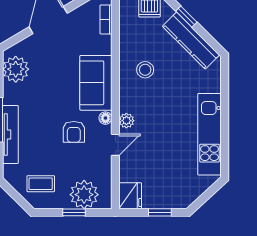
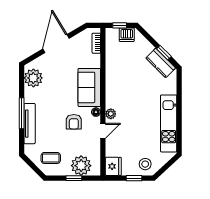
window: (186, 17) -> (164, 53), moved
kitchen counter: (191, 41) -> (161, 63), width x0.67
stool: (145, 70) -> (145, 164), moved

